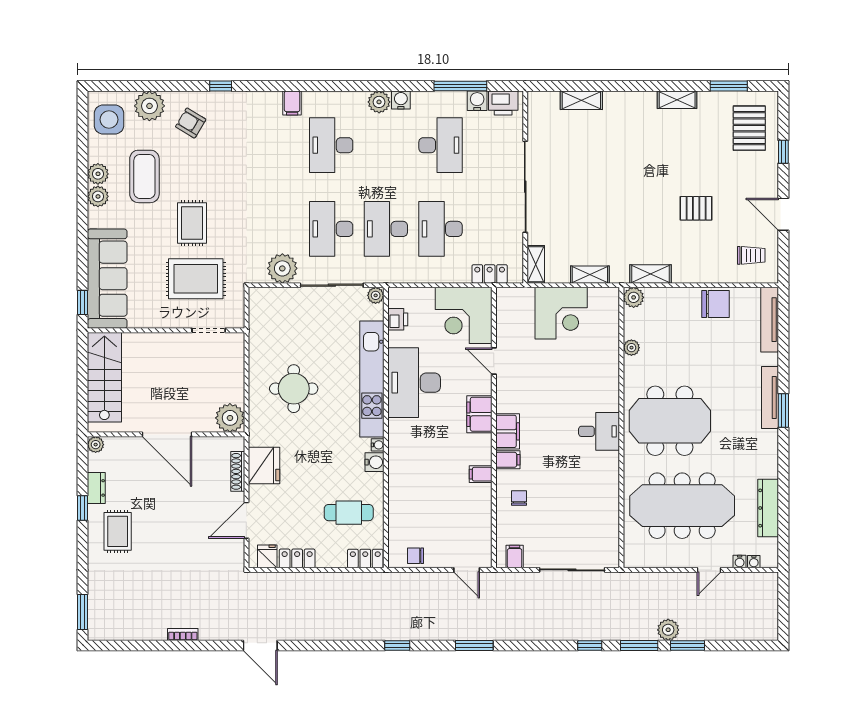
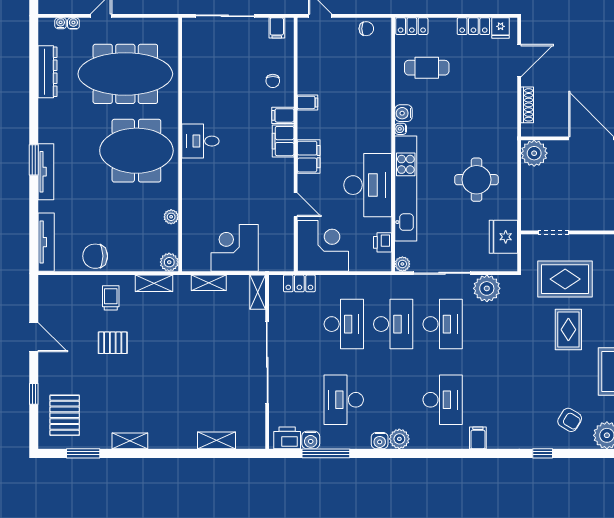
trolley: (751, 255) -> (111, 298), moved, turned 90
fridge: (264, 465) -> (503, 237), moved

